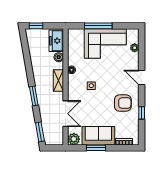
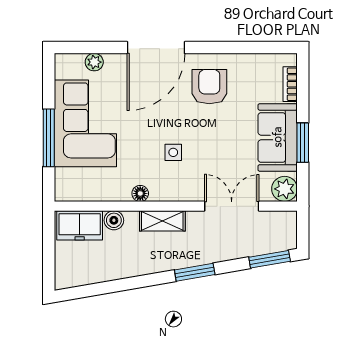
window: (36, 26) -> (49, 267), removed
door: (142, 77) -> (156, 48), width x1.87
window: (142, 113) -> (230, 48), removed

